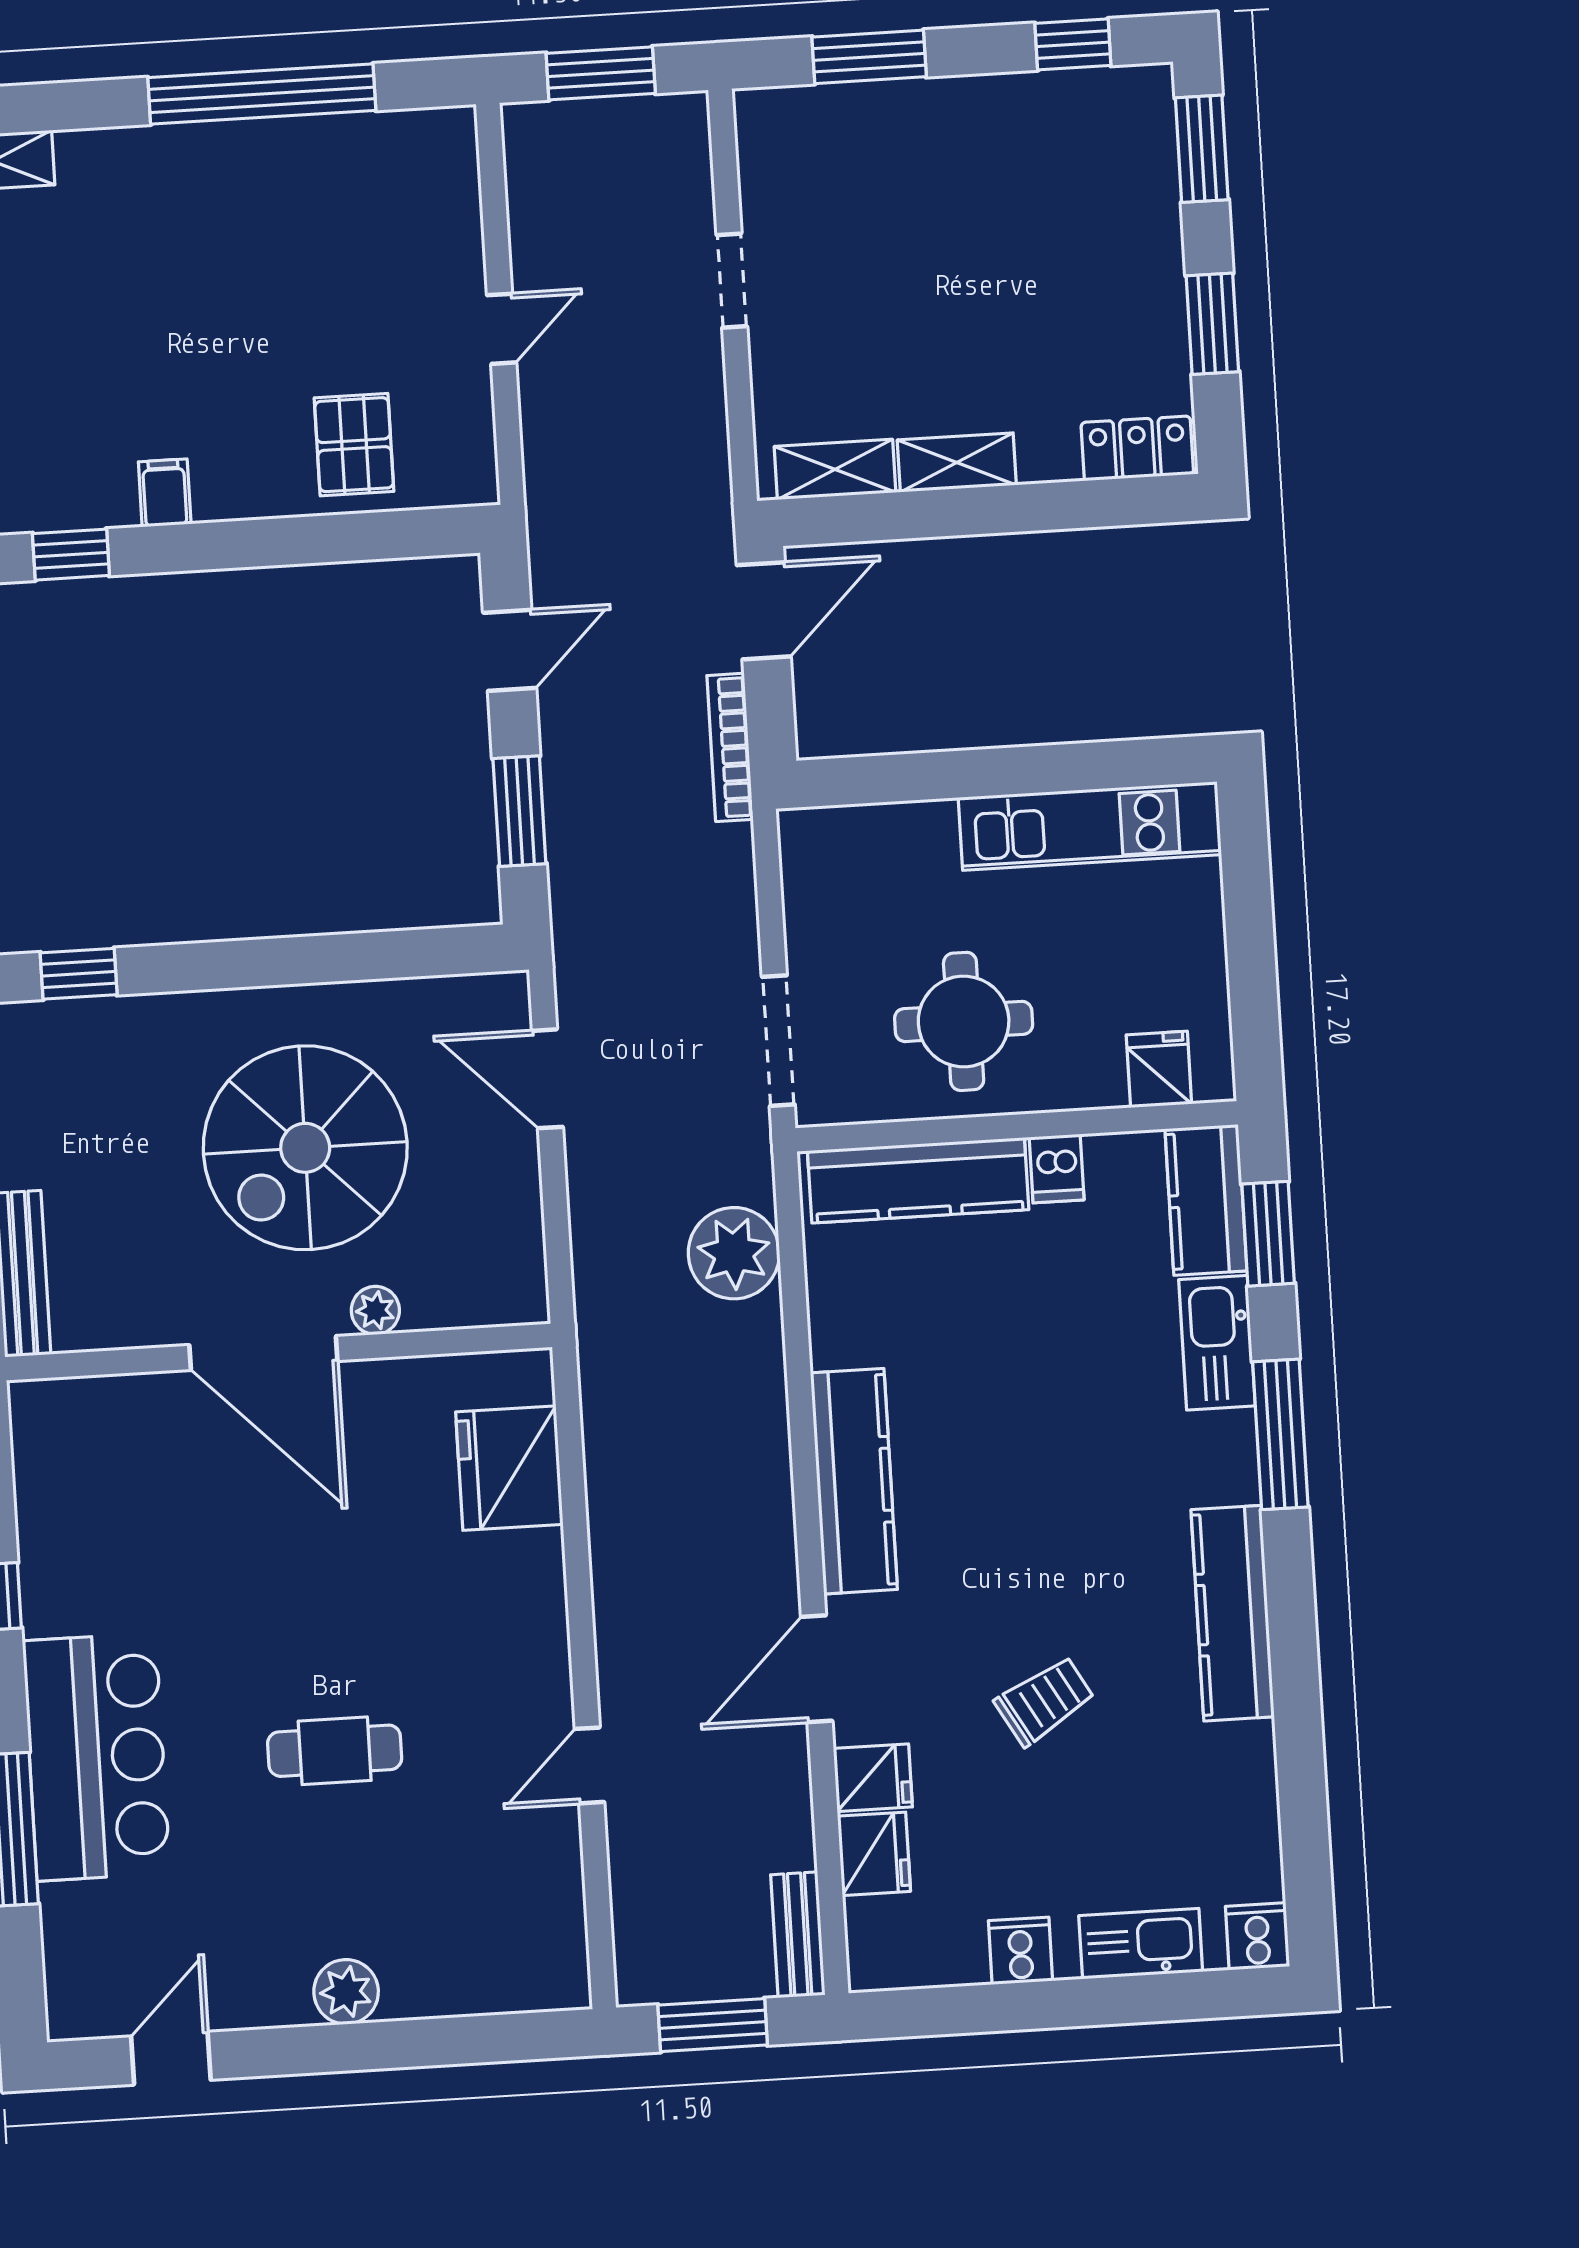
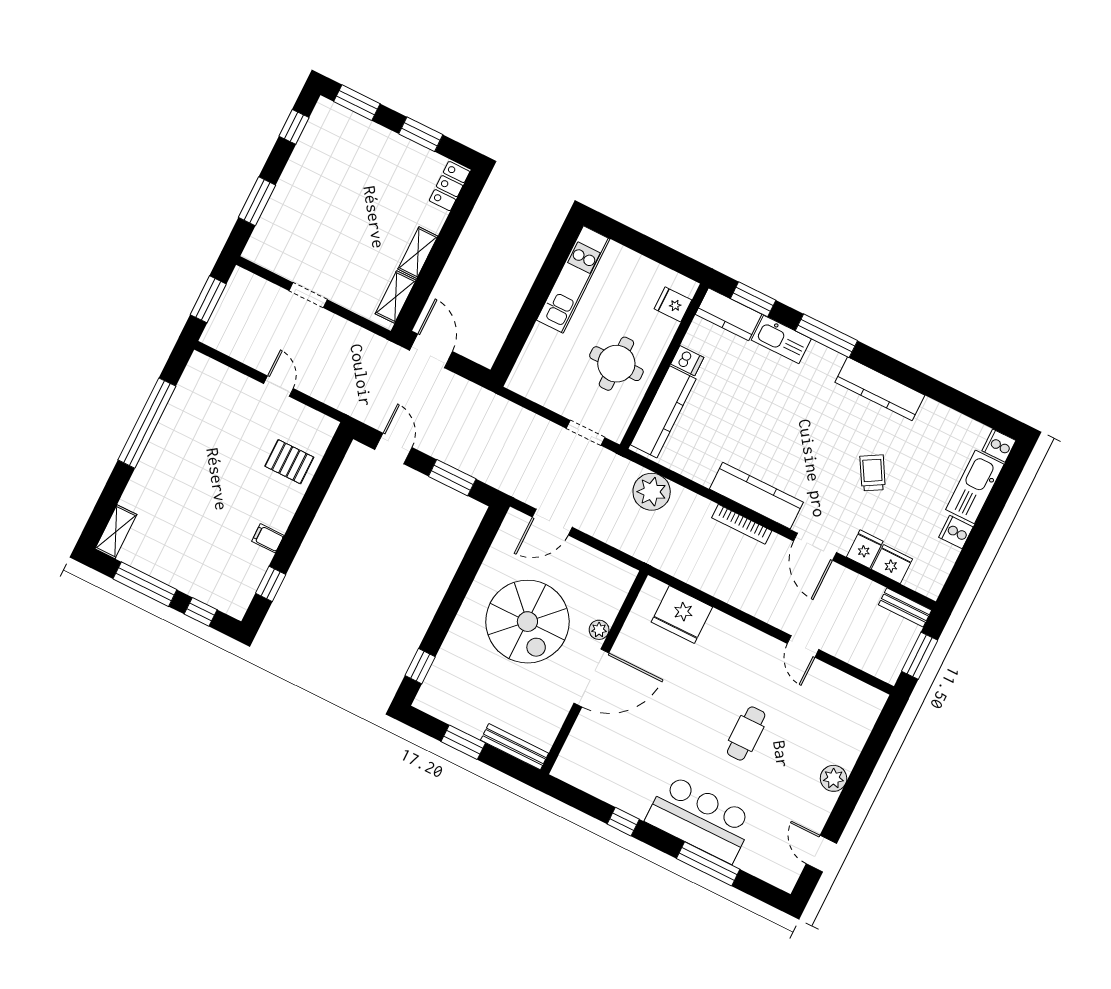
bookcase: (730, 747) -> (742, 524), moved
doorway: (778, 1041) -> (586, 433), width x0.73
kitchen sink: (1141, 1944) -> (975, 487), width x1.36, depth x1.24

